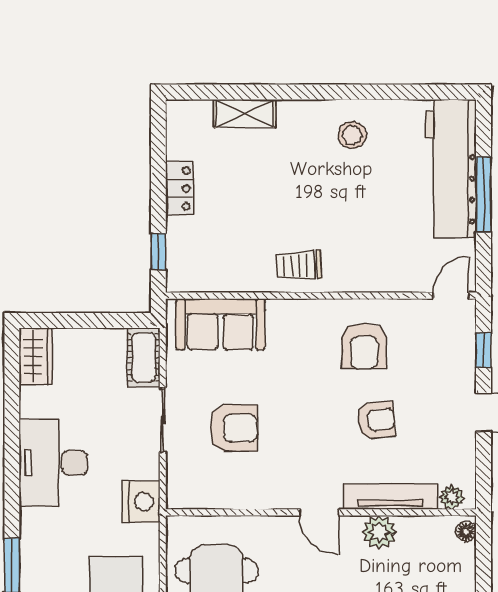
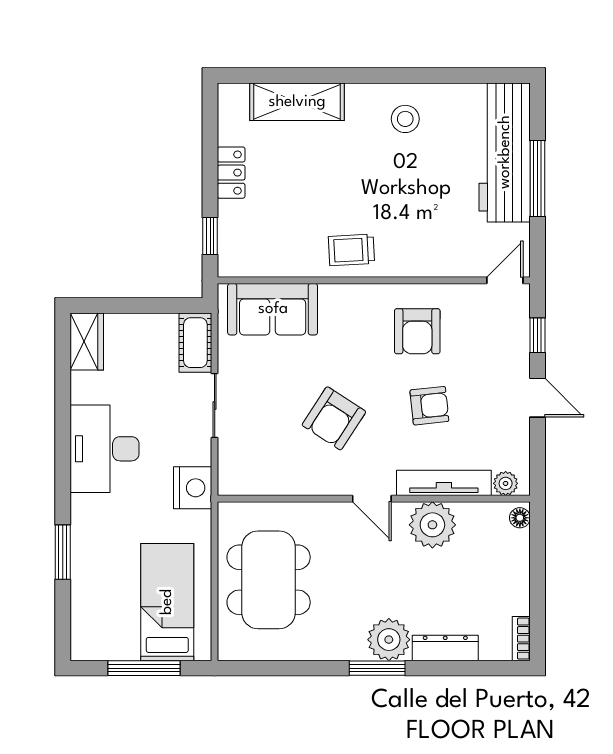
shelving: (245, 113) -> (297, 102), width x1.50, depth x1.33
armchair: (234, 428) -> (334, 418), moved, turned 123
plant: (379, 532) -> (432, 525), width x1.36, depth x1.36

